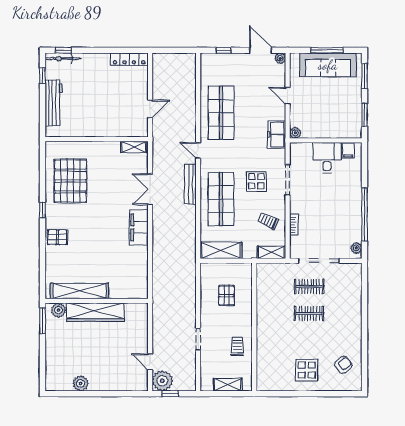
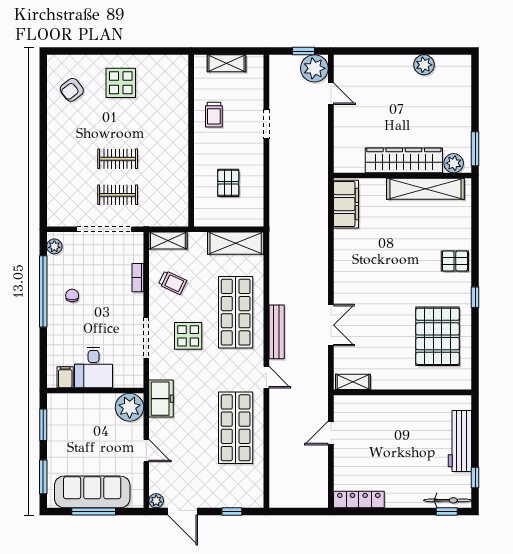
plant: (295, 133) -> (130, 407), width x1.88, depth x1.88
chair: (343, 211) -> (72, 296), added
filing cabinet: (139, 227) -> (346, 204), moved

